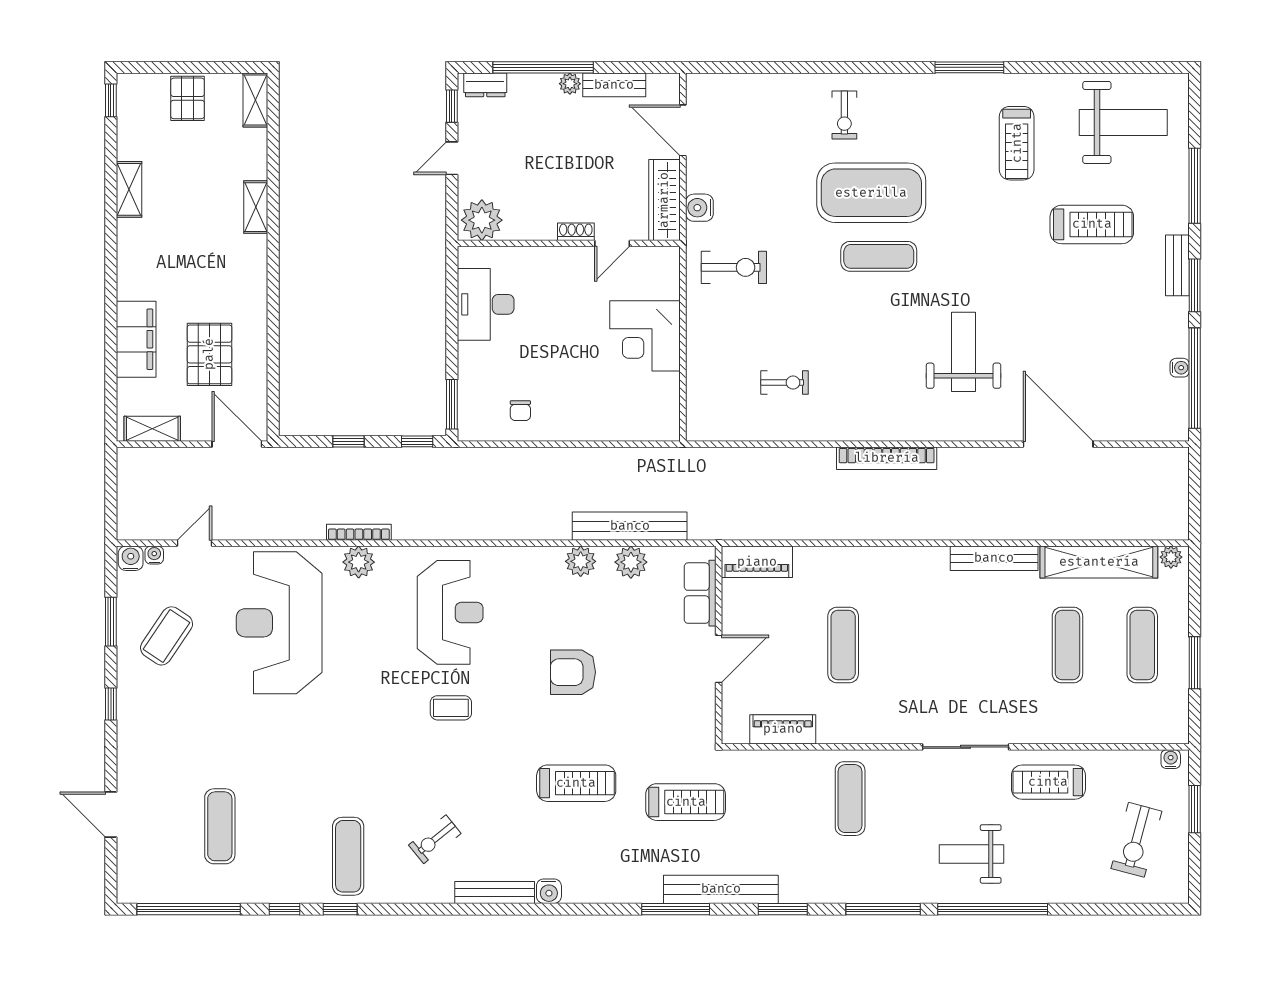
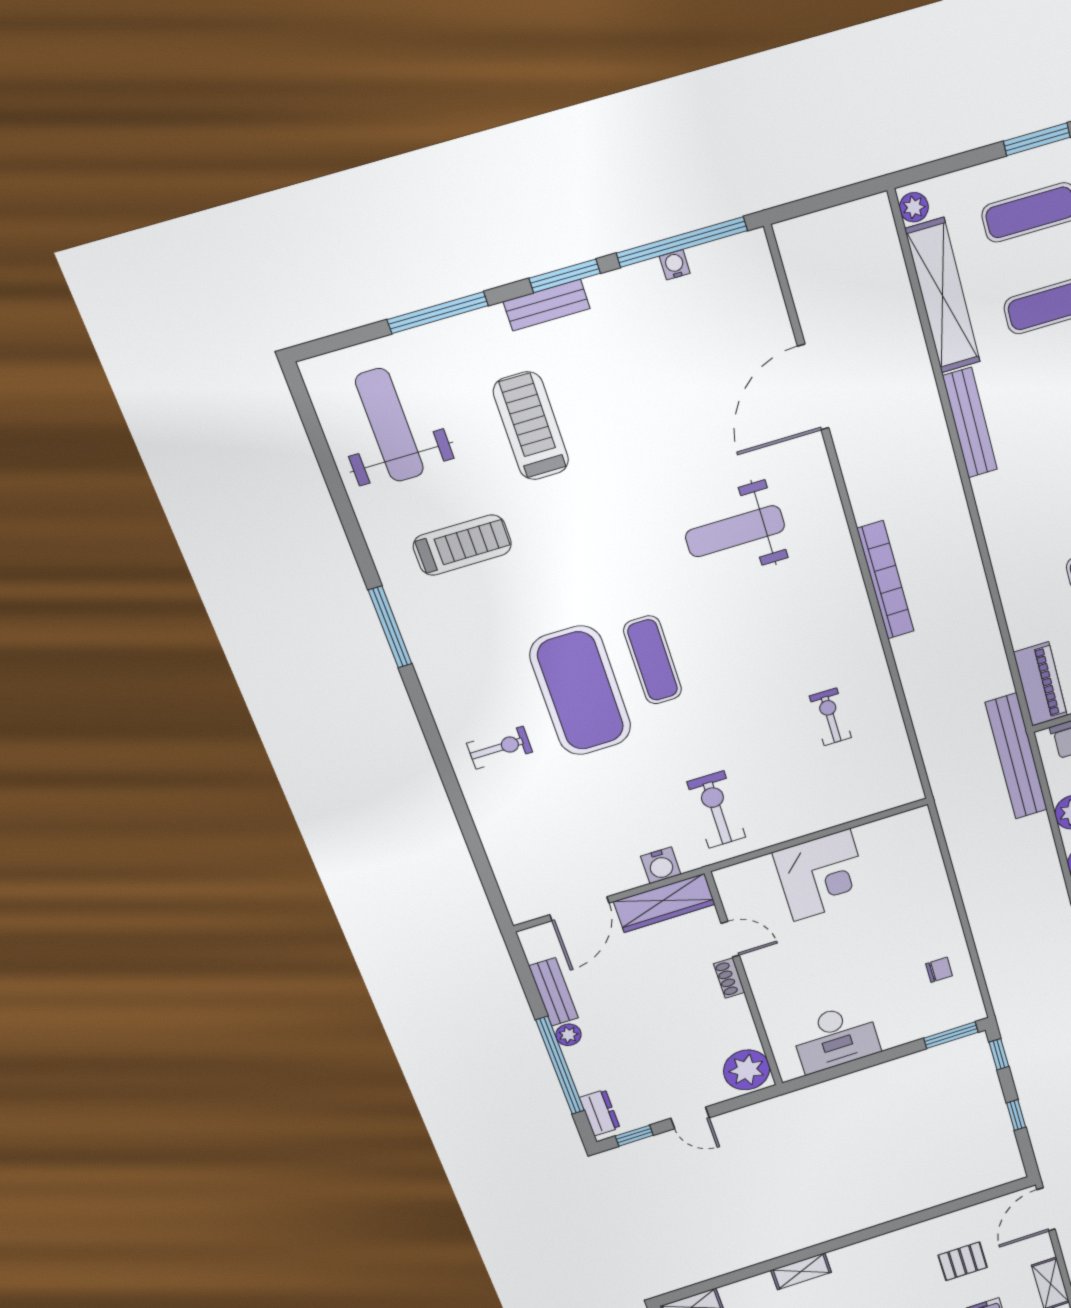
pallet: (209, 354) -> (963, 1261), width x0.67, depth x0.71
bench: (630, 526) -> (1016, 756), moved

